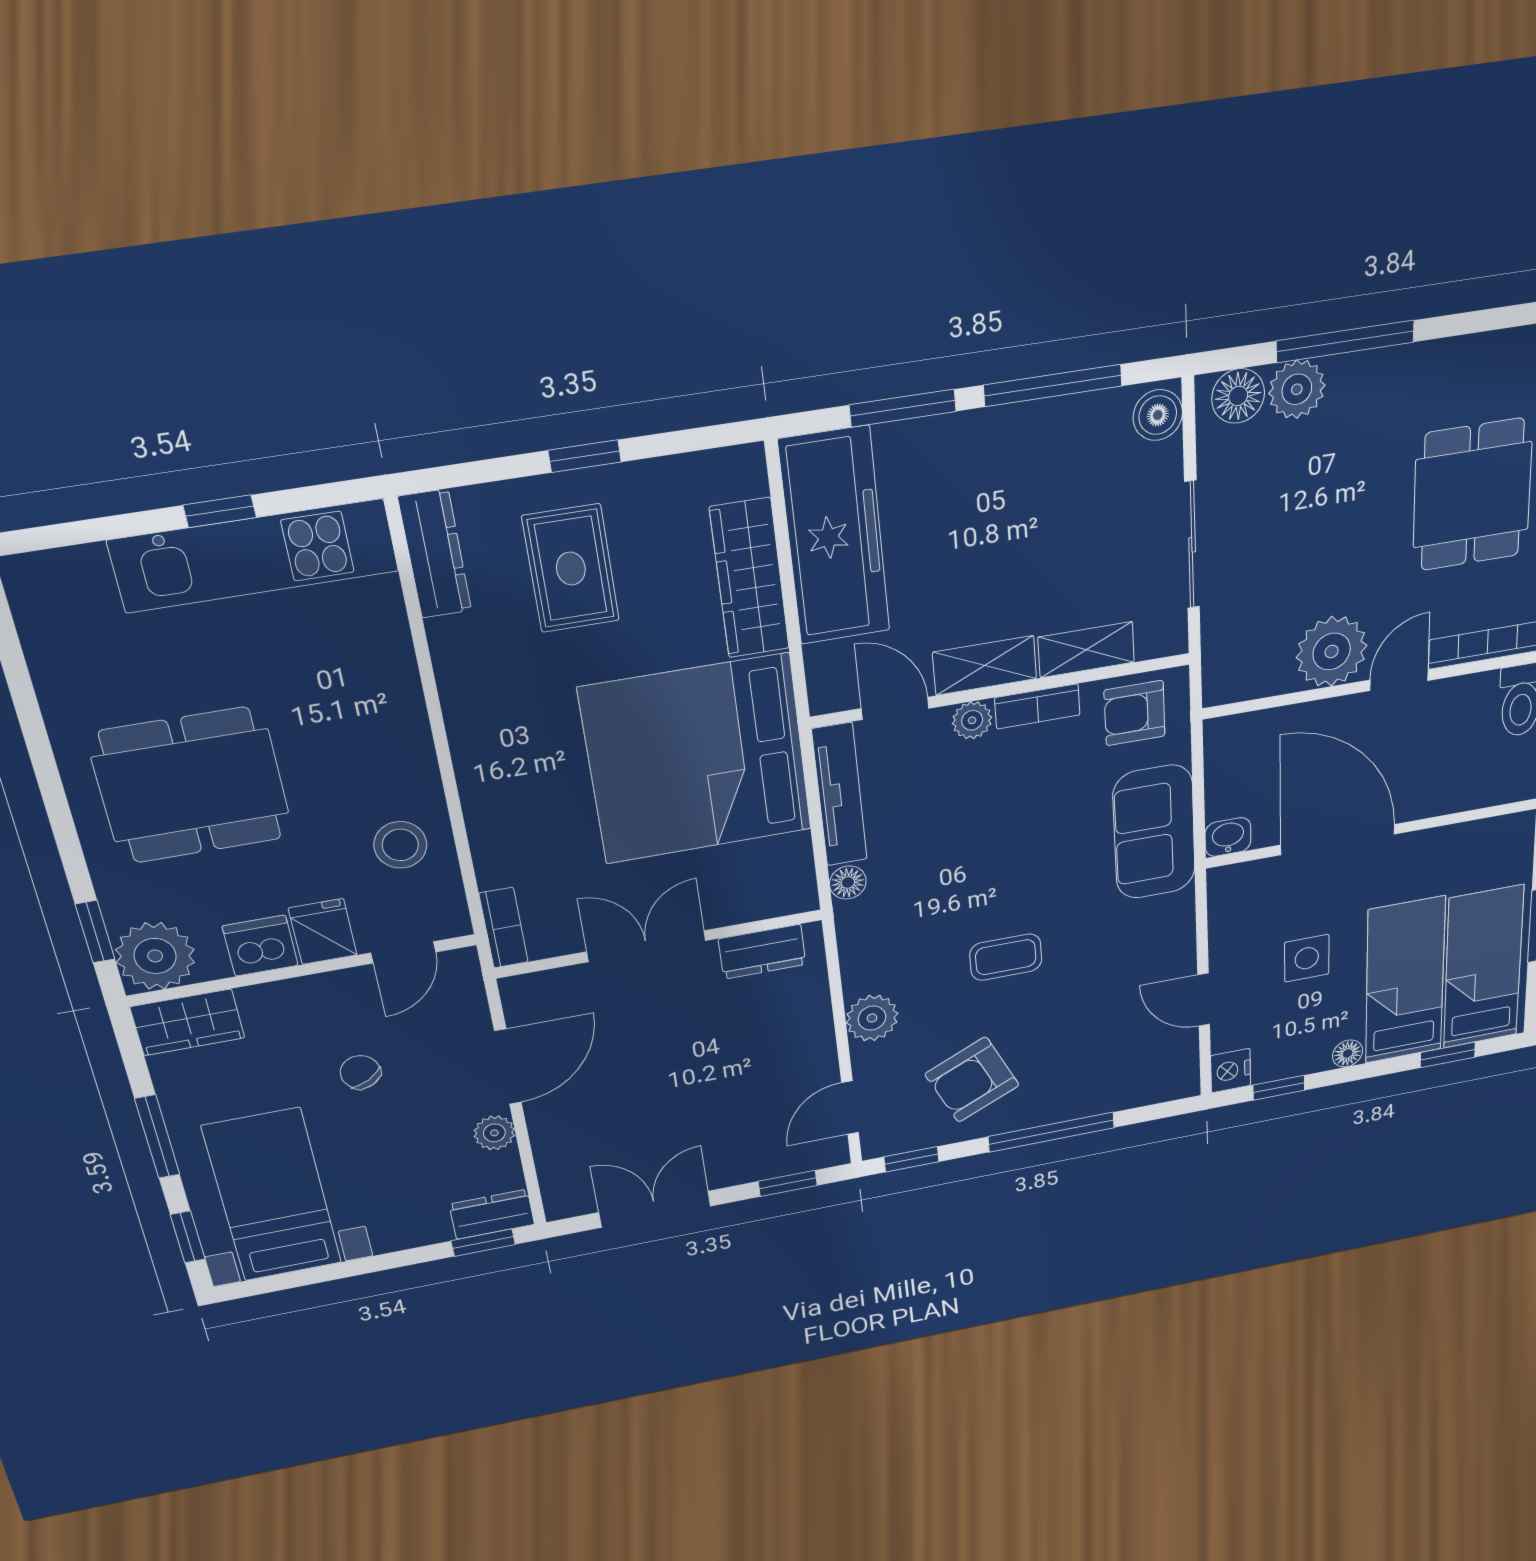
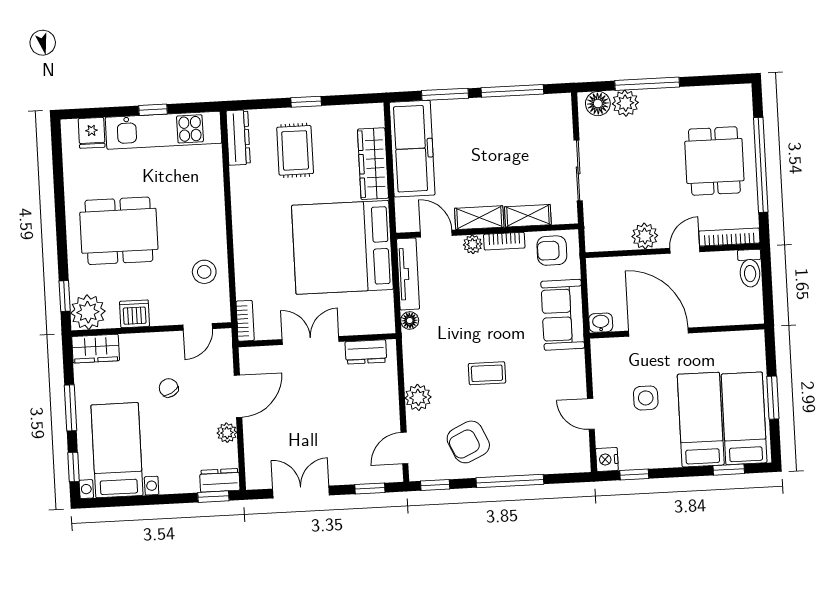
boiler: (1158, 415) -> (561, 109), removed
plant: (1332, 651) -> (645, 236), width x0.73, depth x0.73
fridge: (323, 932) -> (92, 133), moved, turned 180
floor lamp: (1348, 1053) -> (672, 459), removed

